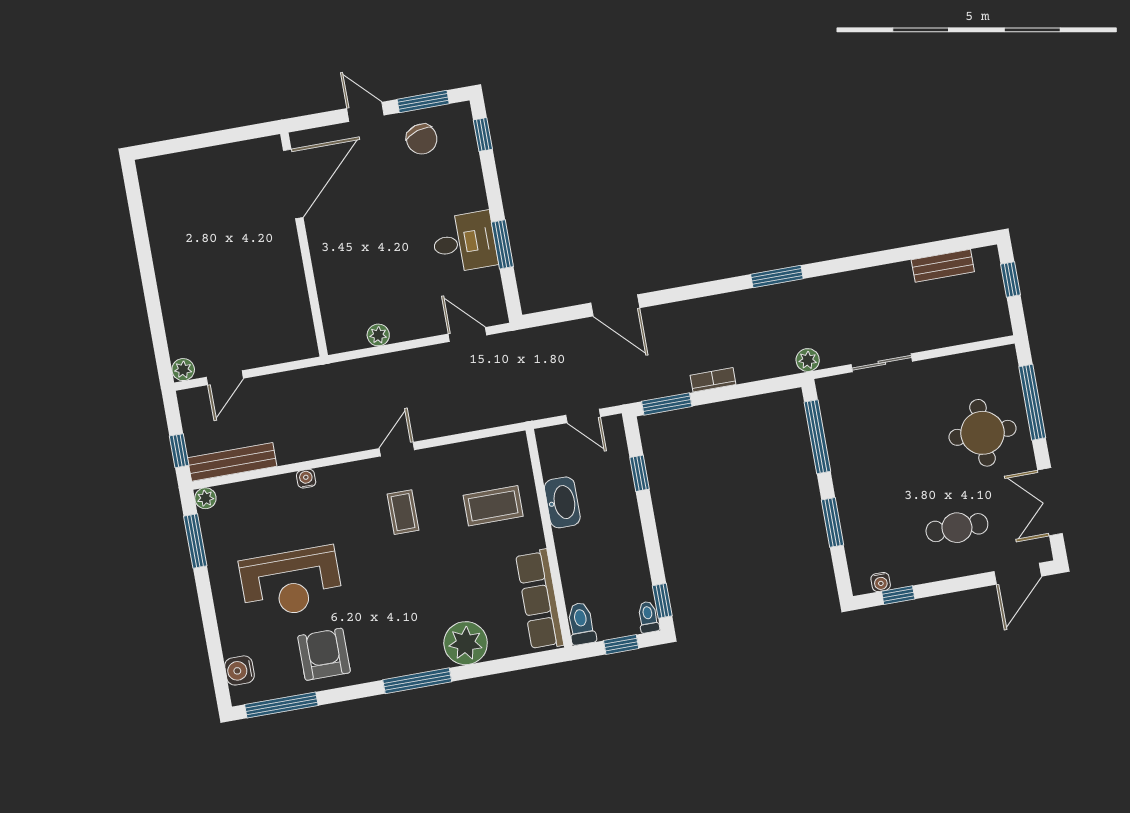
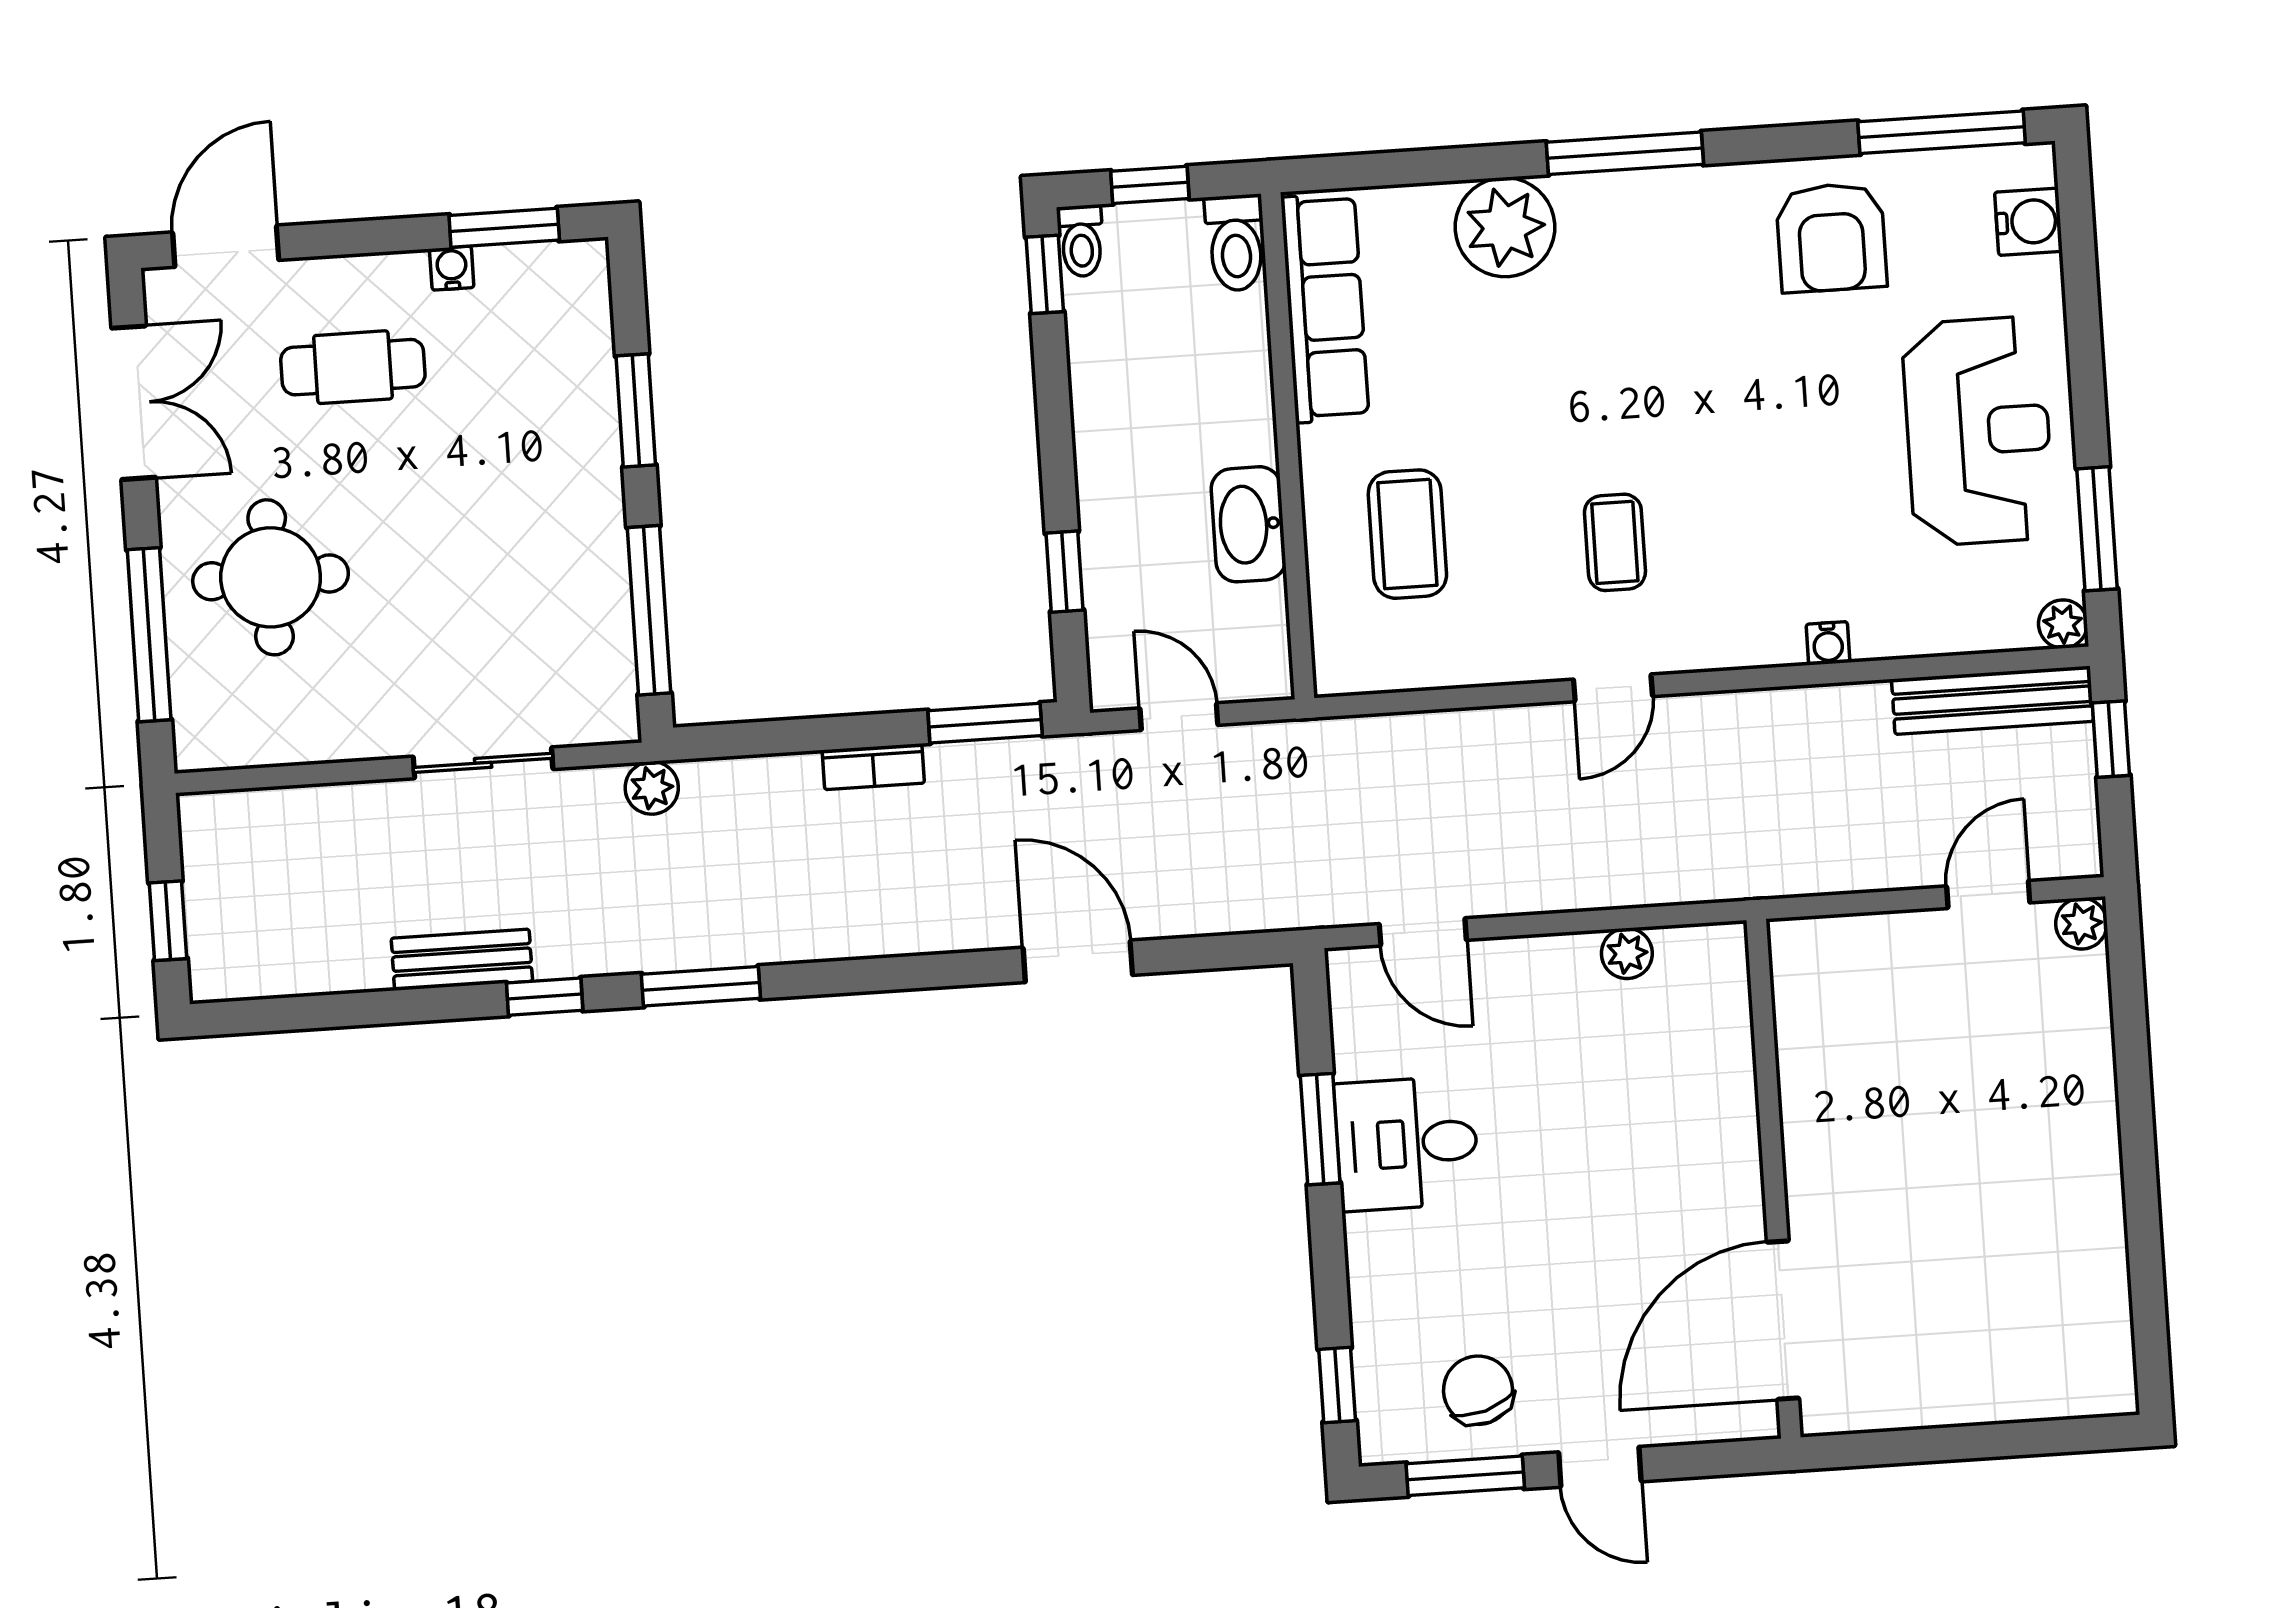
window: (844, 265) -> (545, 997), added
bench: (943, 266) -> (462, 960), moved
coffee table: (493, 506) -> (1407, 534), turned 90
reception desk: (291, 582) -> (1978, 431), moved, turned 90
water cooler: (881, 582) -> (452, 268), moved
window: (898, 595) -> (504, 228), width x1.50

